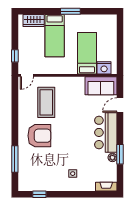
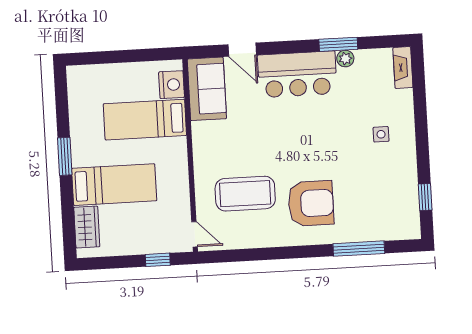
armchair: (39, 136) -> (311, 203), turned 90

